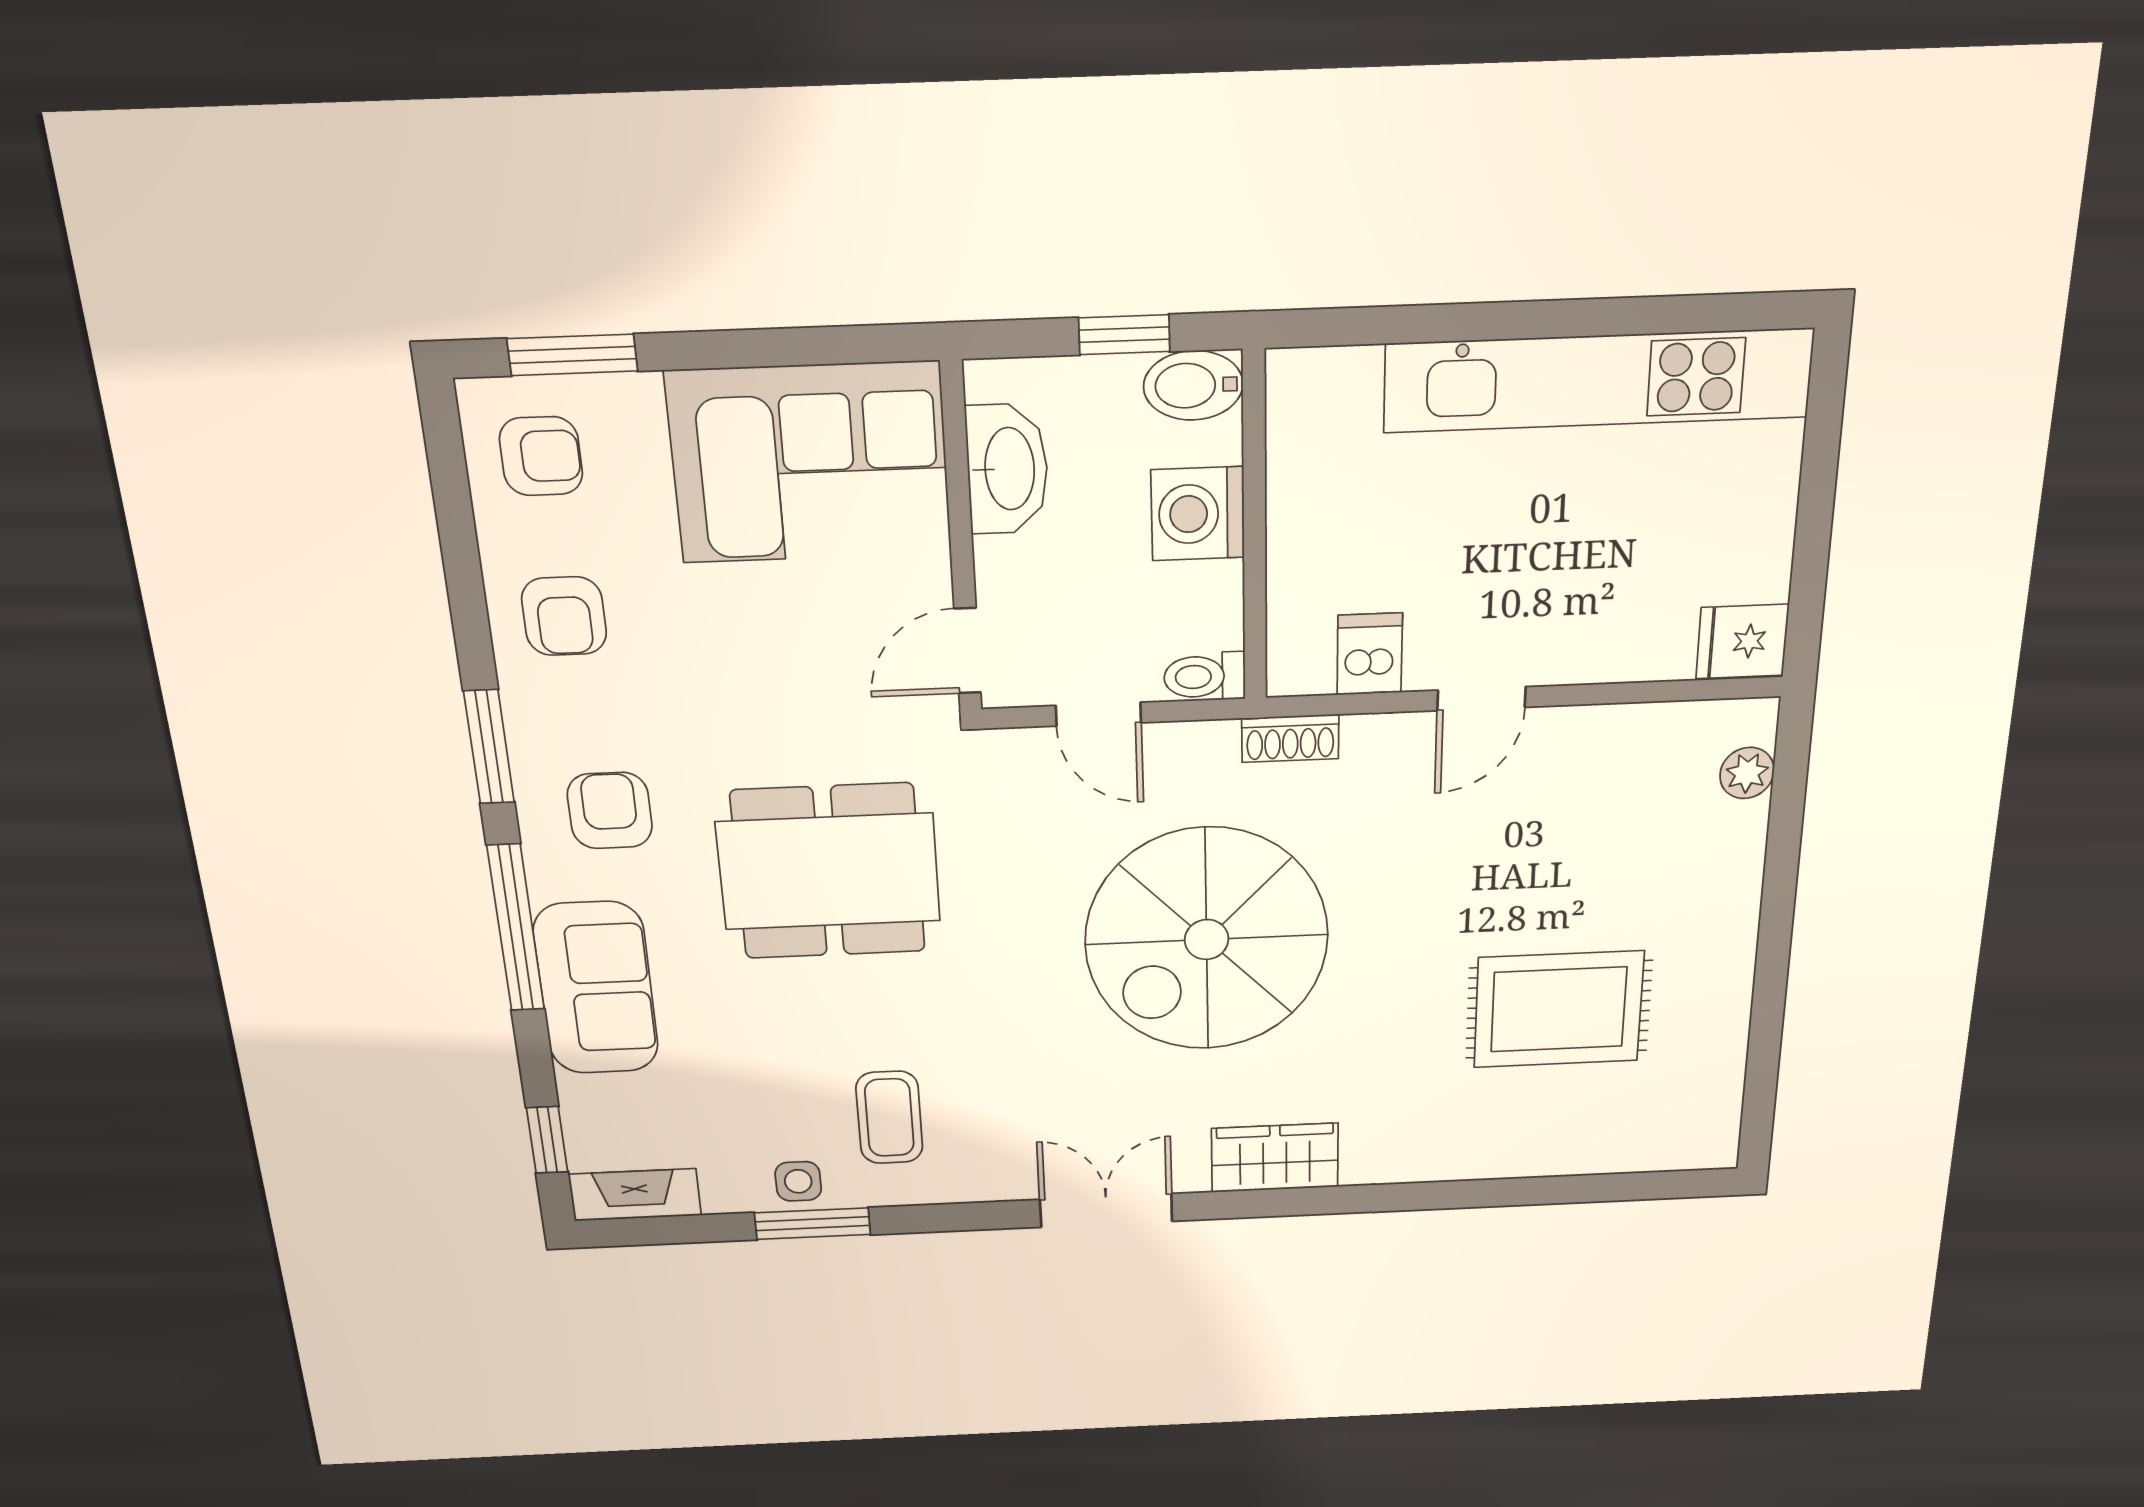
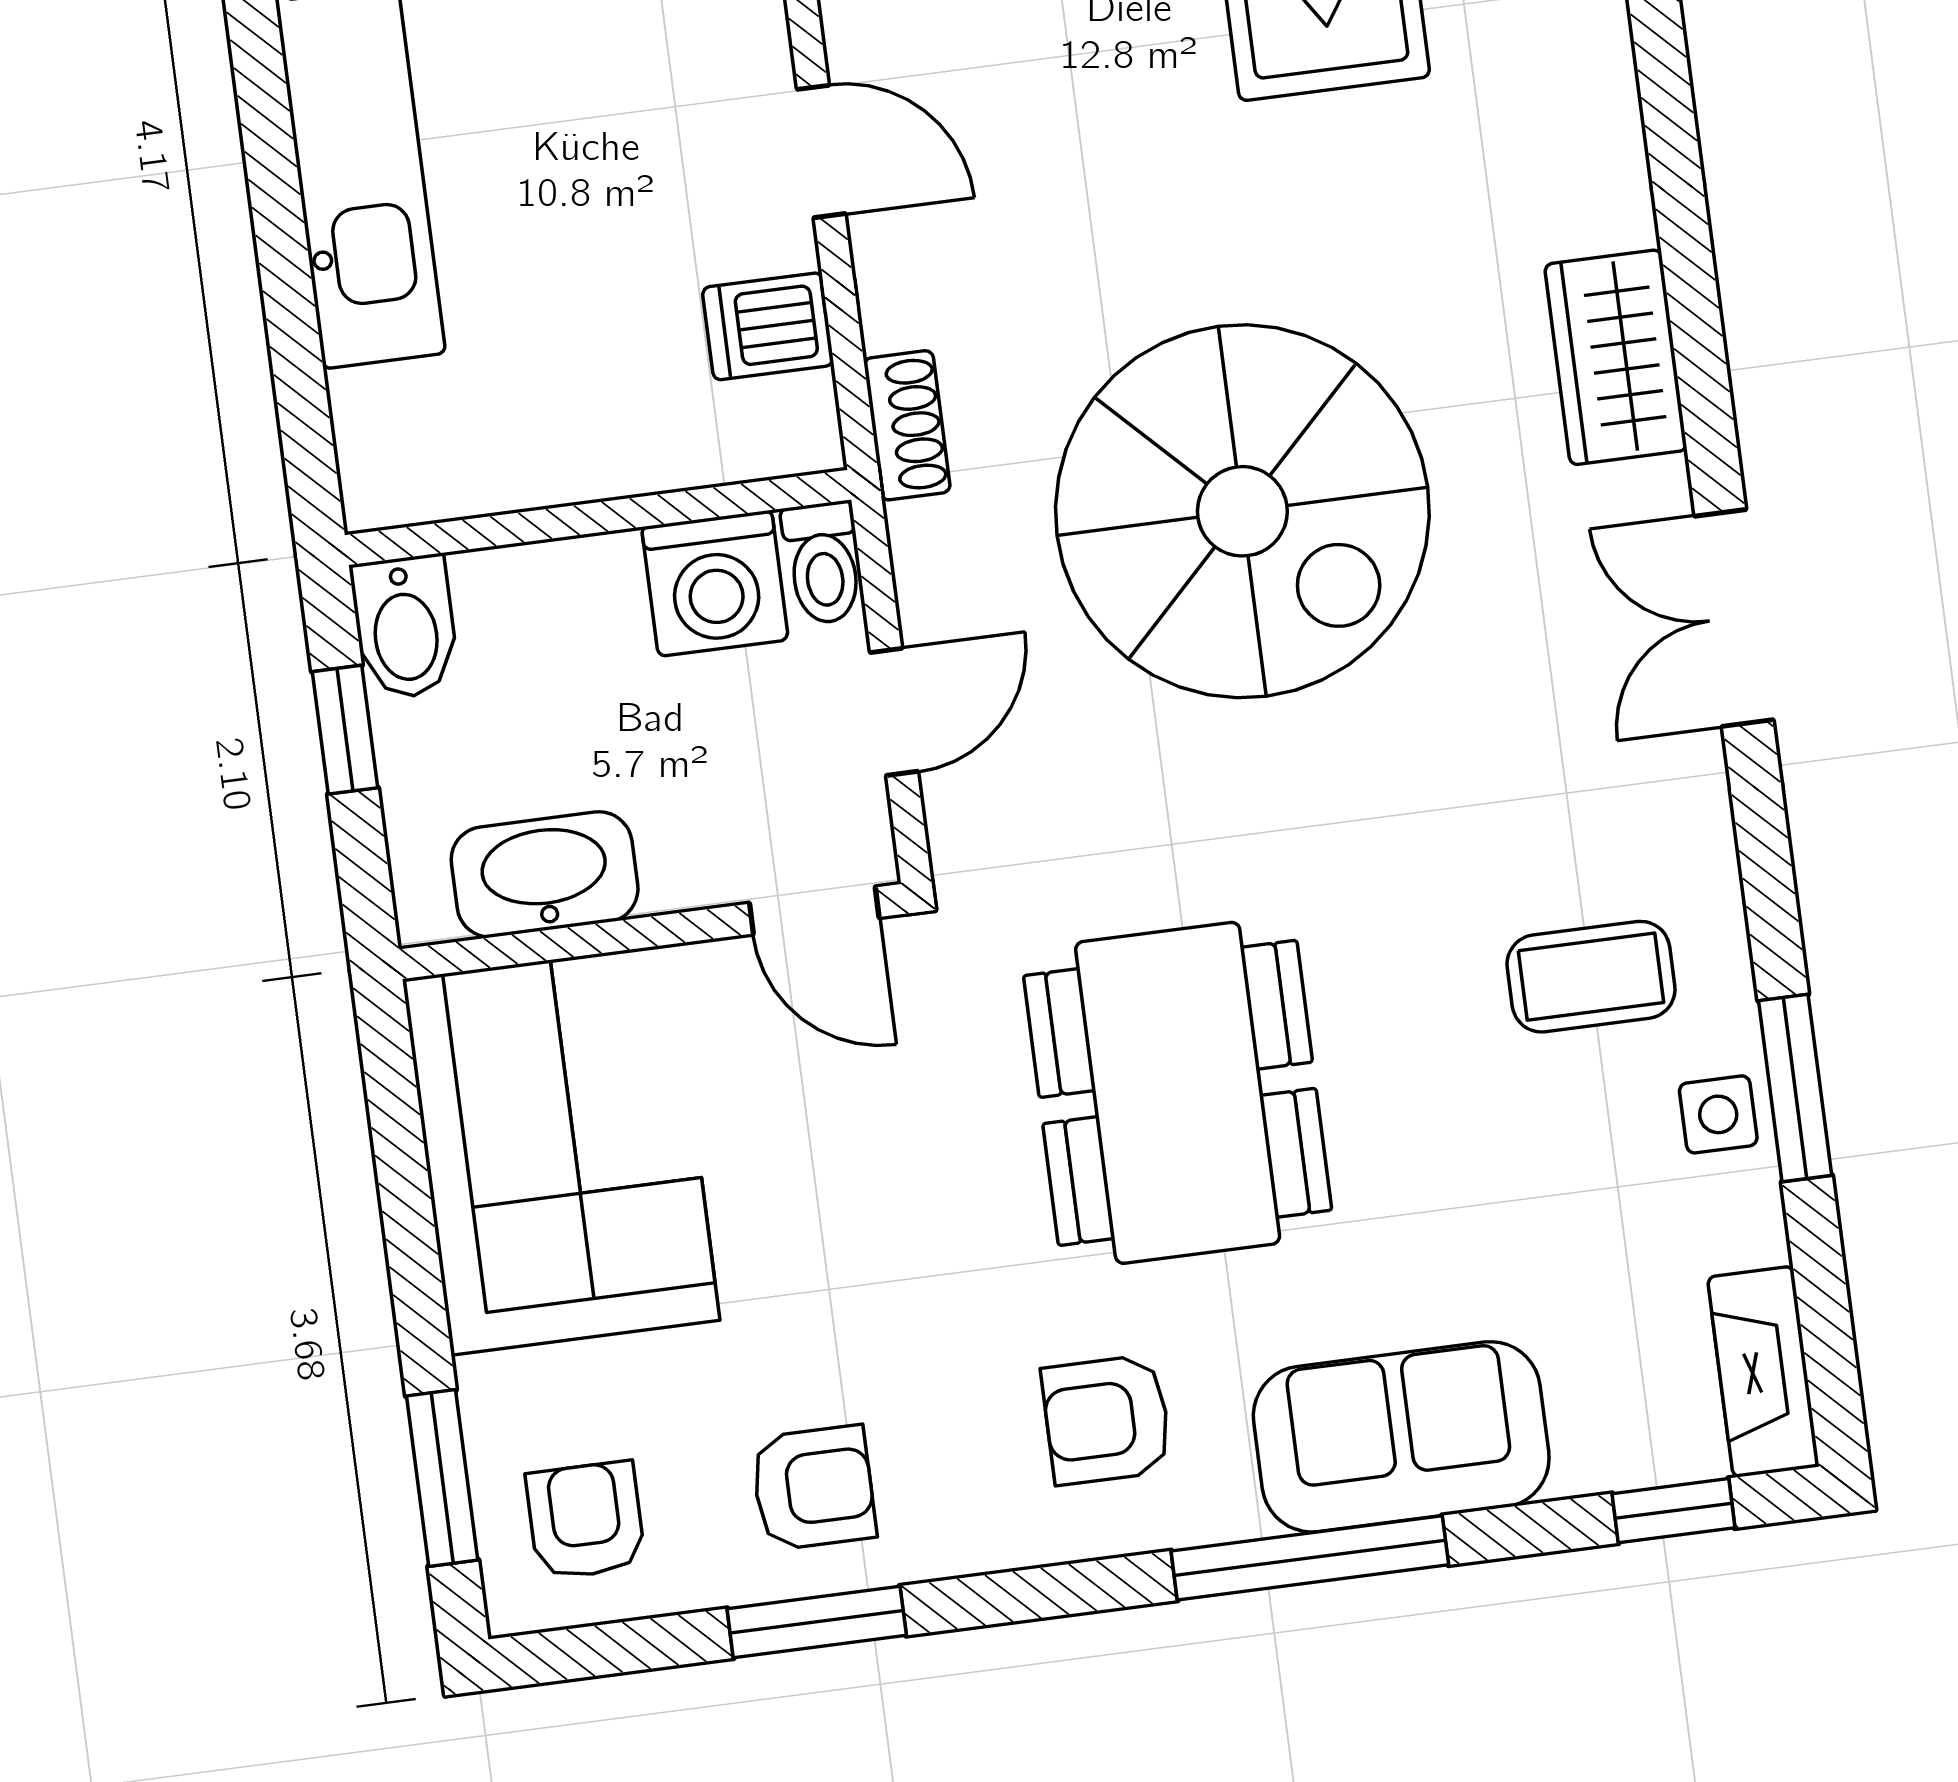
washing machine: (1198, 514) -> (715, 583), moved
window: (489, 747) -> (817, 1622), moved

